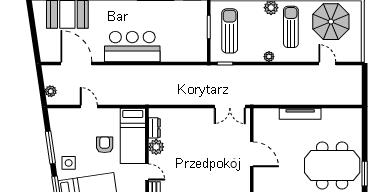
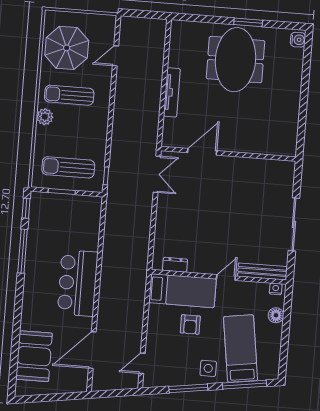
plant: (269, 57) -> (102, 124), removed
plant: (51, 91) -> (122, 383), removed
door: (89, 107) -> (142, 363), moved
armchair: (105, 145) -> (190, 324), turned -90
plant: (156, 147) -> (197, 264), removed
door: (252, 154) -> (202, 152), moved

